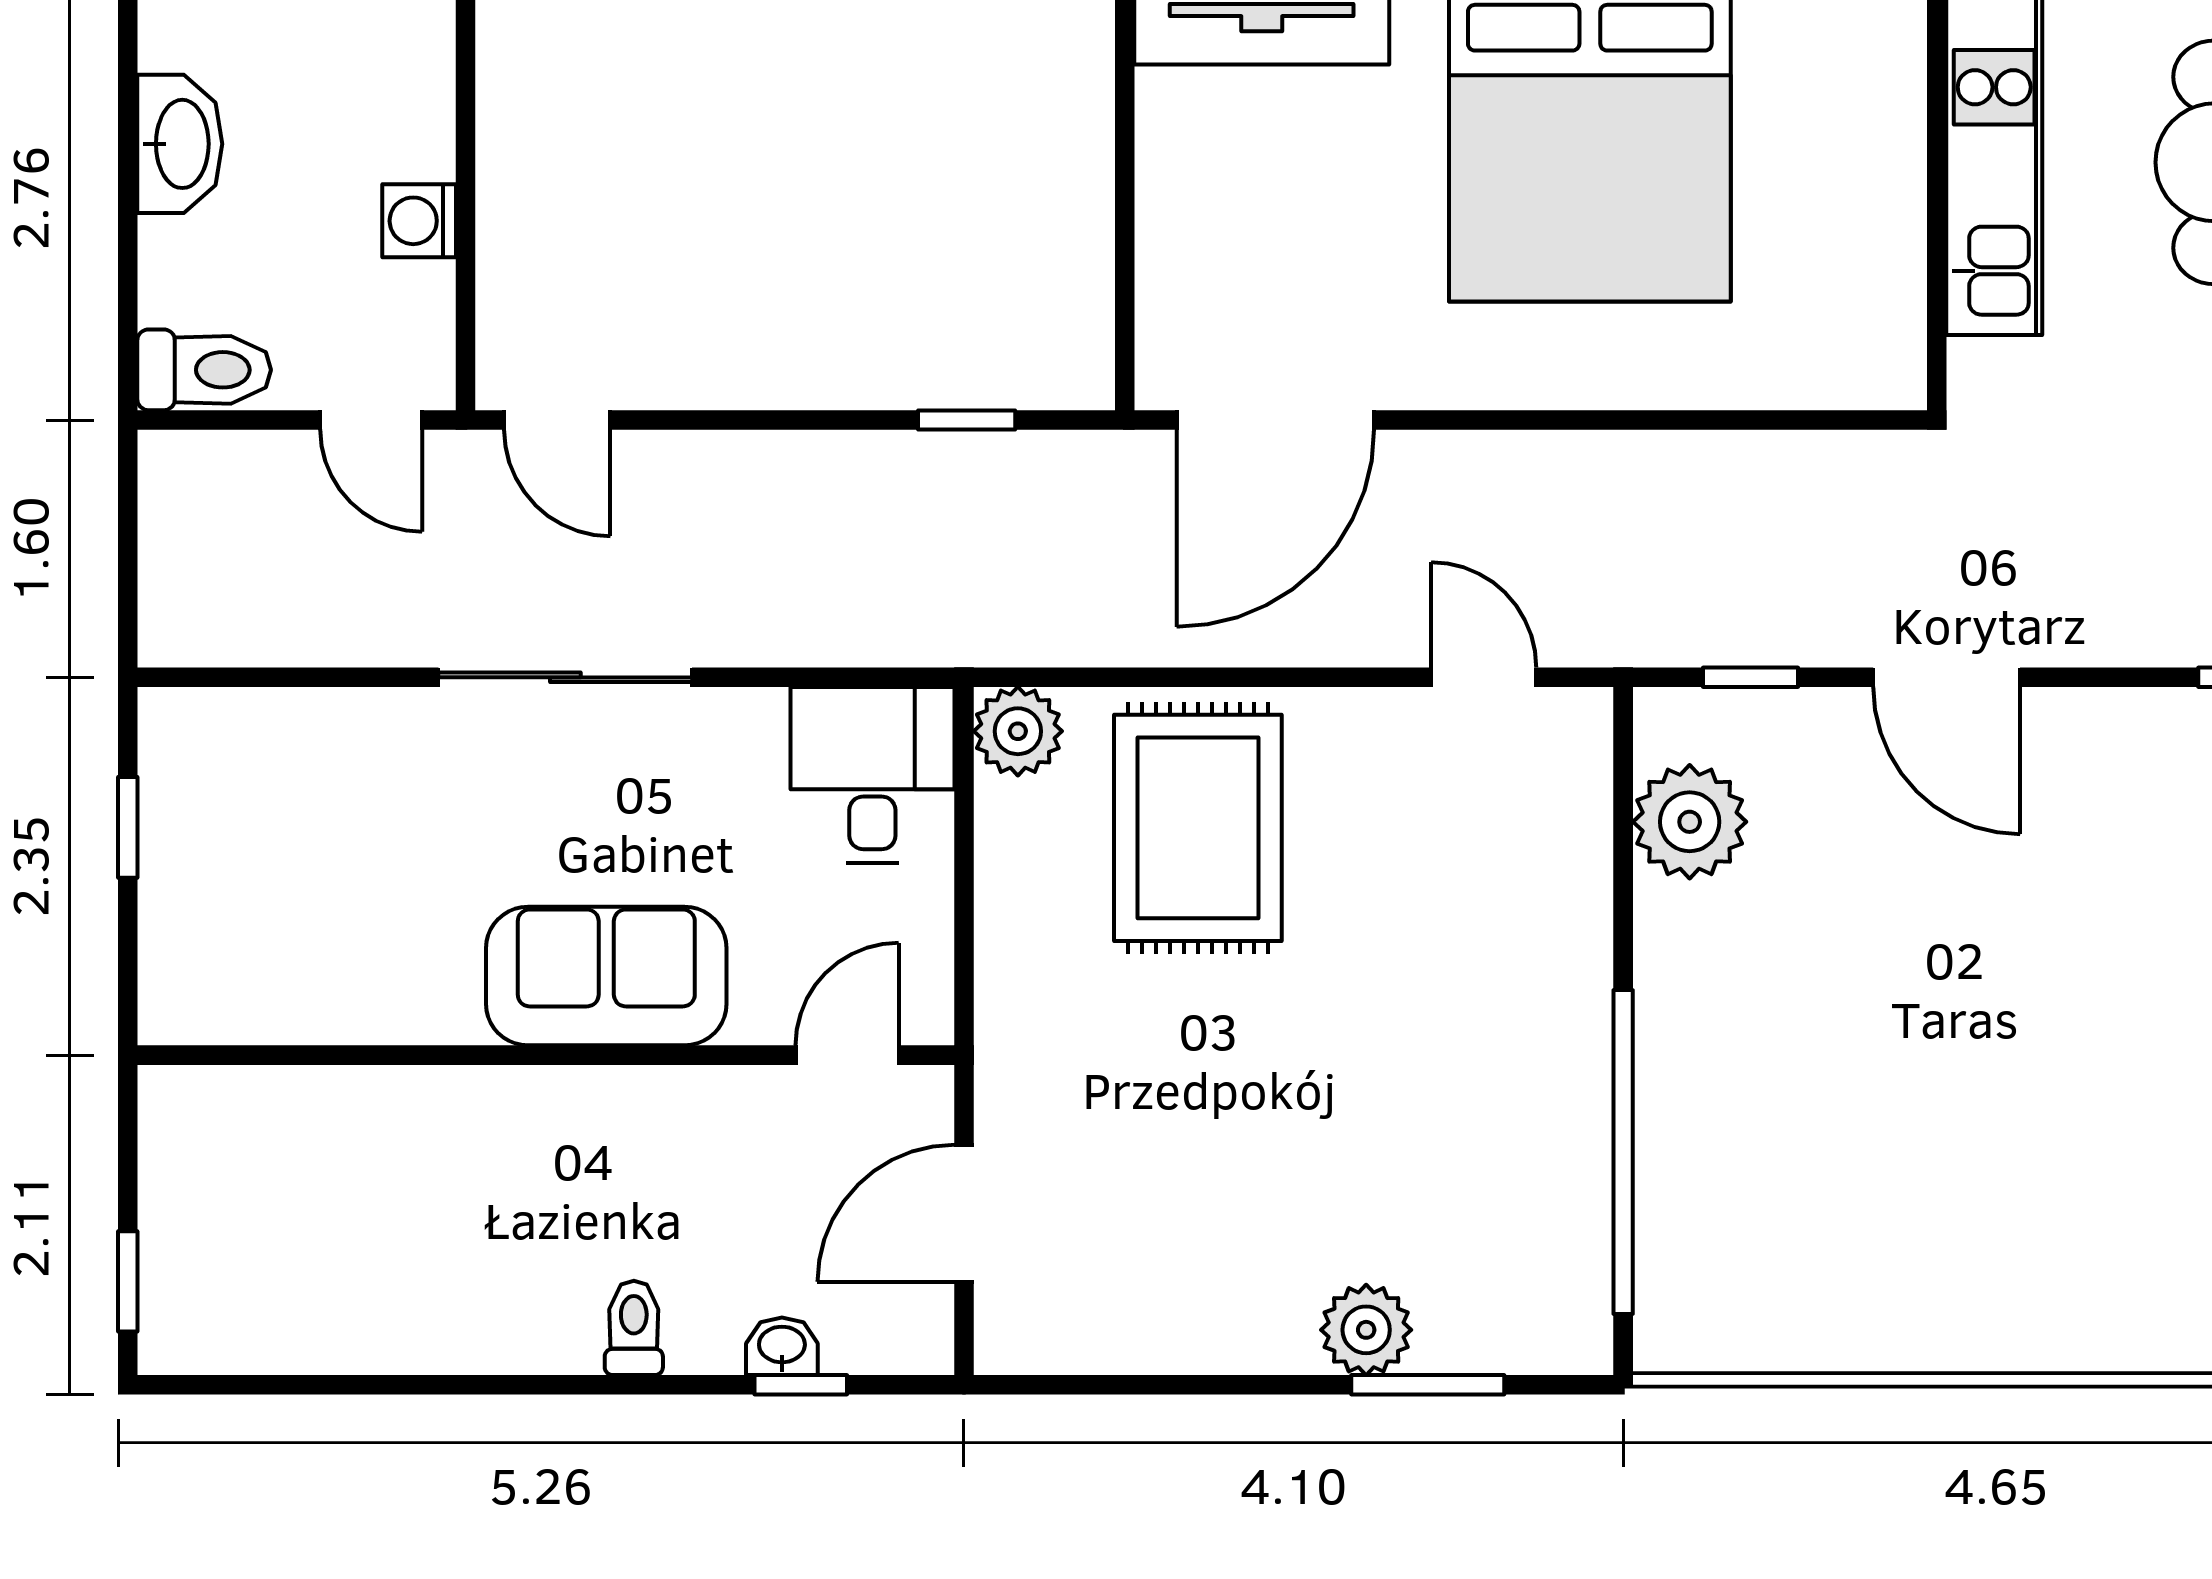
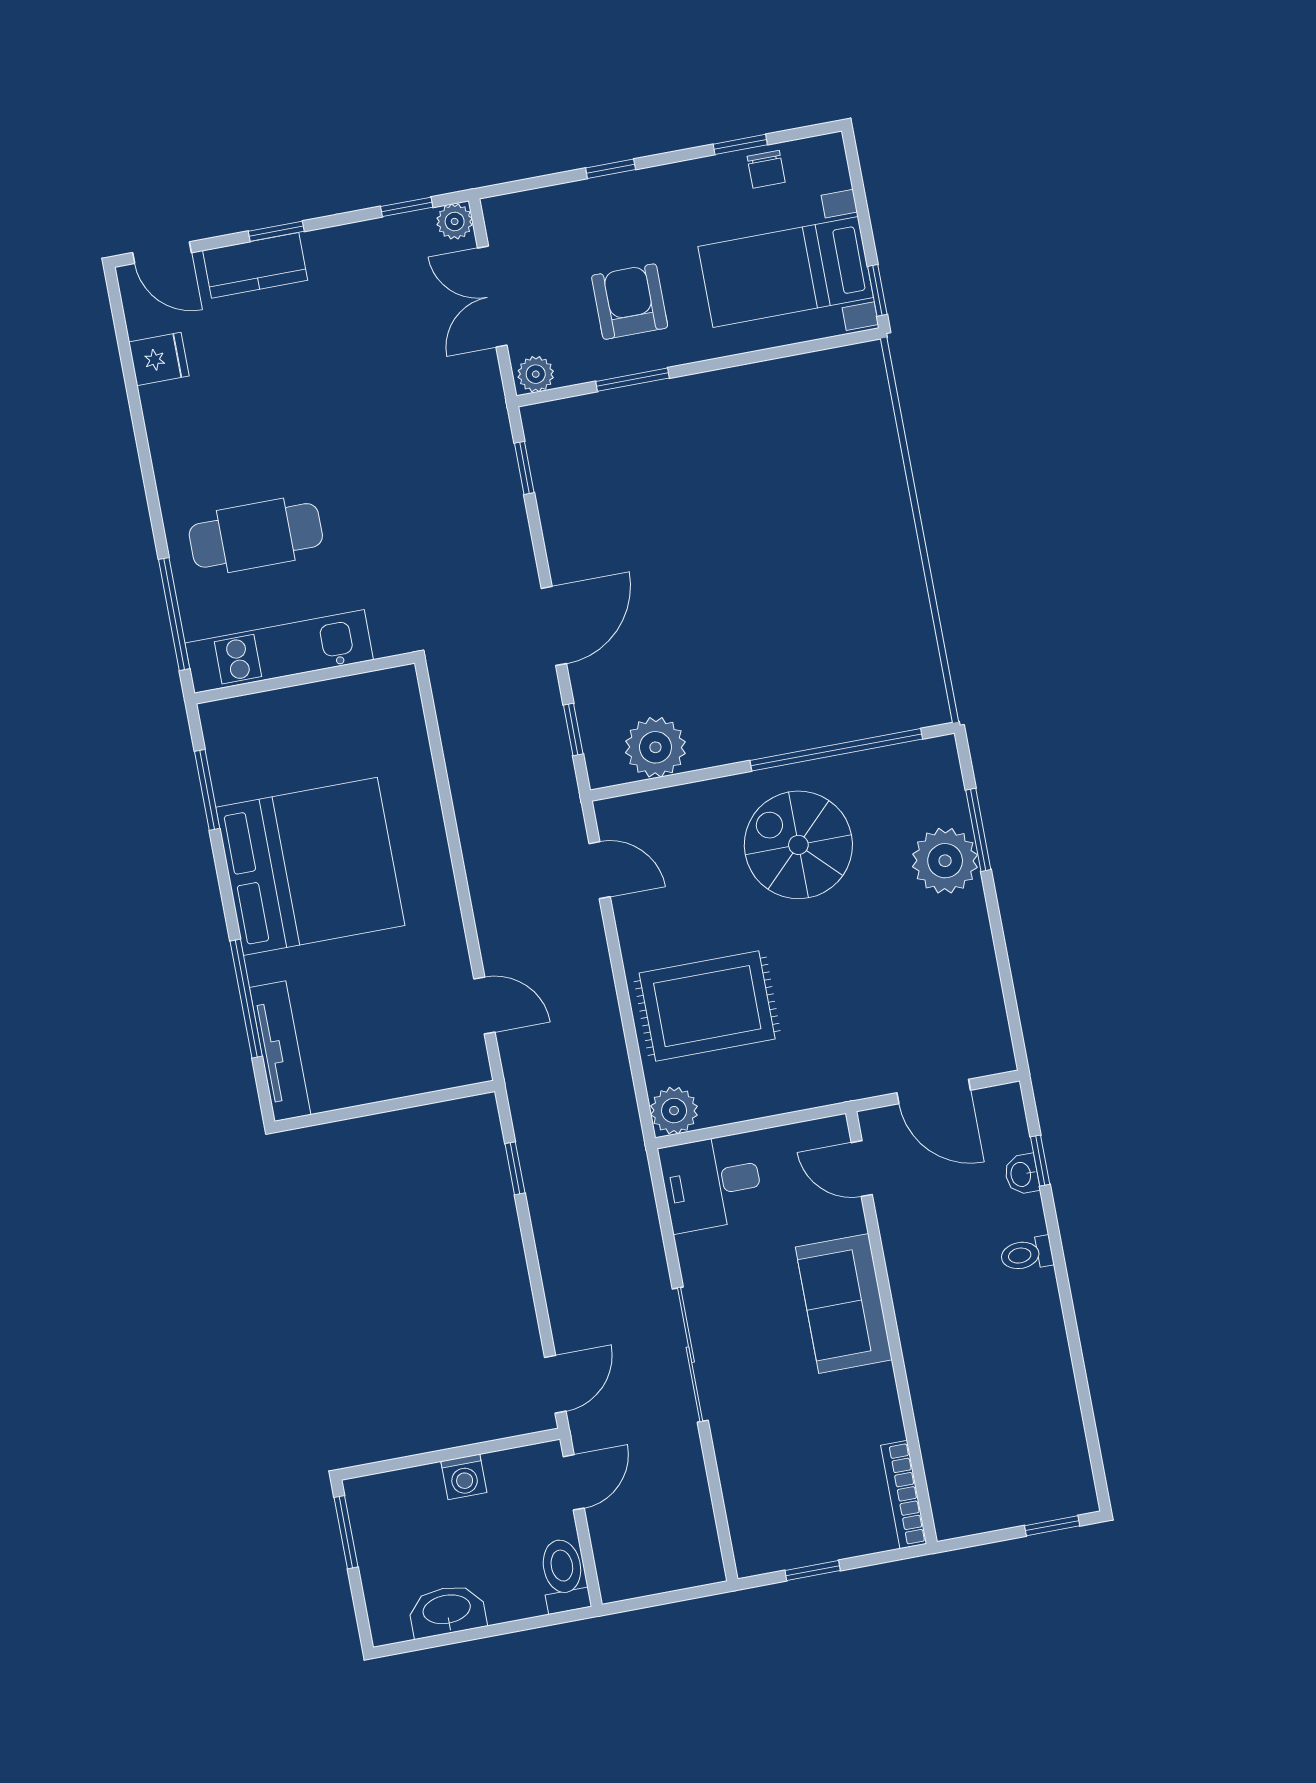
door: (1275, 420) -> (484, 1005), width x0.53
door: (1484, 677) -> (600, 870), swing flipped
bookcase: (236, 1020) -> (904, 1495), added
spiral stairs: (1462, 1050) -> (798, 845), added
plant: (1366, 1330) -> (945, 861), width x1.36, depth x1.36

